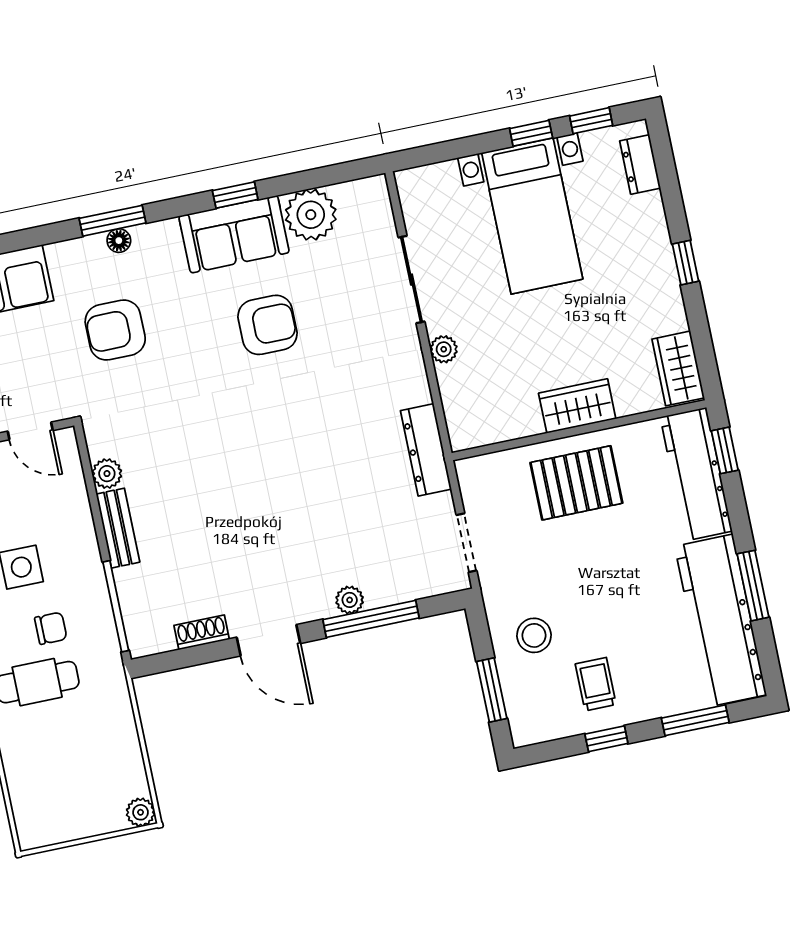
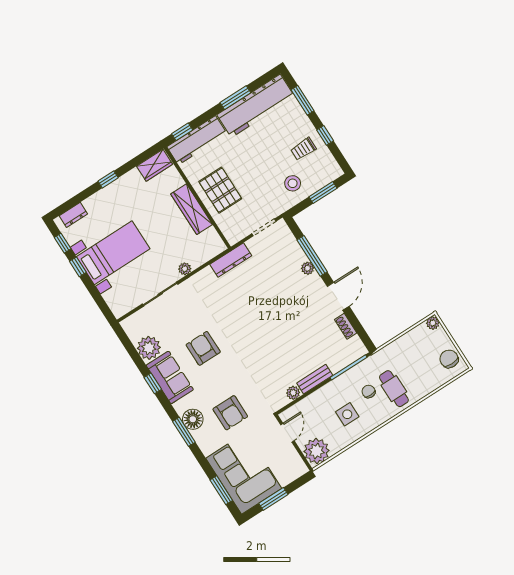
floor lamp: (119, 241) -> (193, 419), width x1.89, depth x1.89
wardrobe: (577, 406) -> (192, 209), width x1.50
chair: (55, 818) -> (449, 359), added

